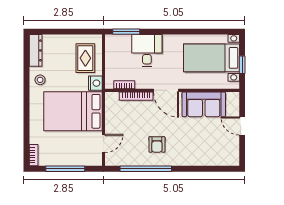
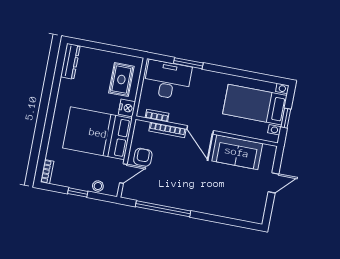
window: (126, 32) -> (188, 63), moved
desk: (147, 51) -> (168, 80), moved, width x1.37
stool: (40, 80) -> (98, 186), moved
door: (242, 126) -> (273, 183), swing flipped
armchair: (157, 144) -> (143, 157), moved, turned 180
window: (65, 169) -> (78, 192), width x0.46

